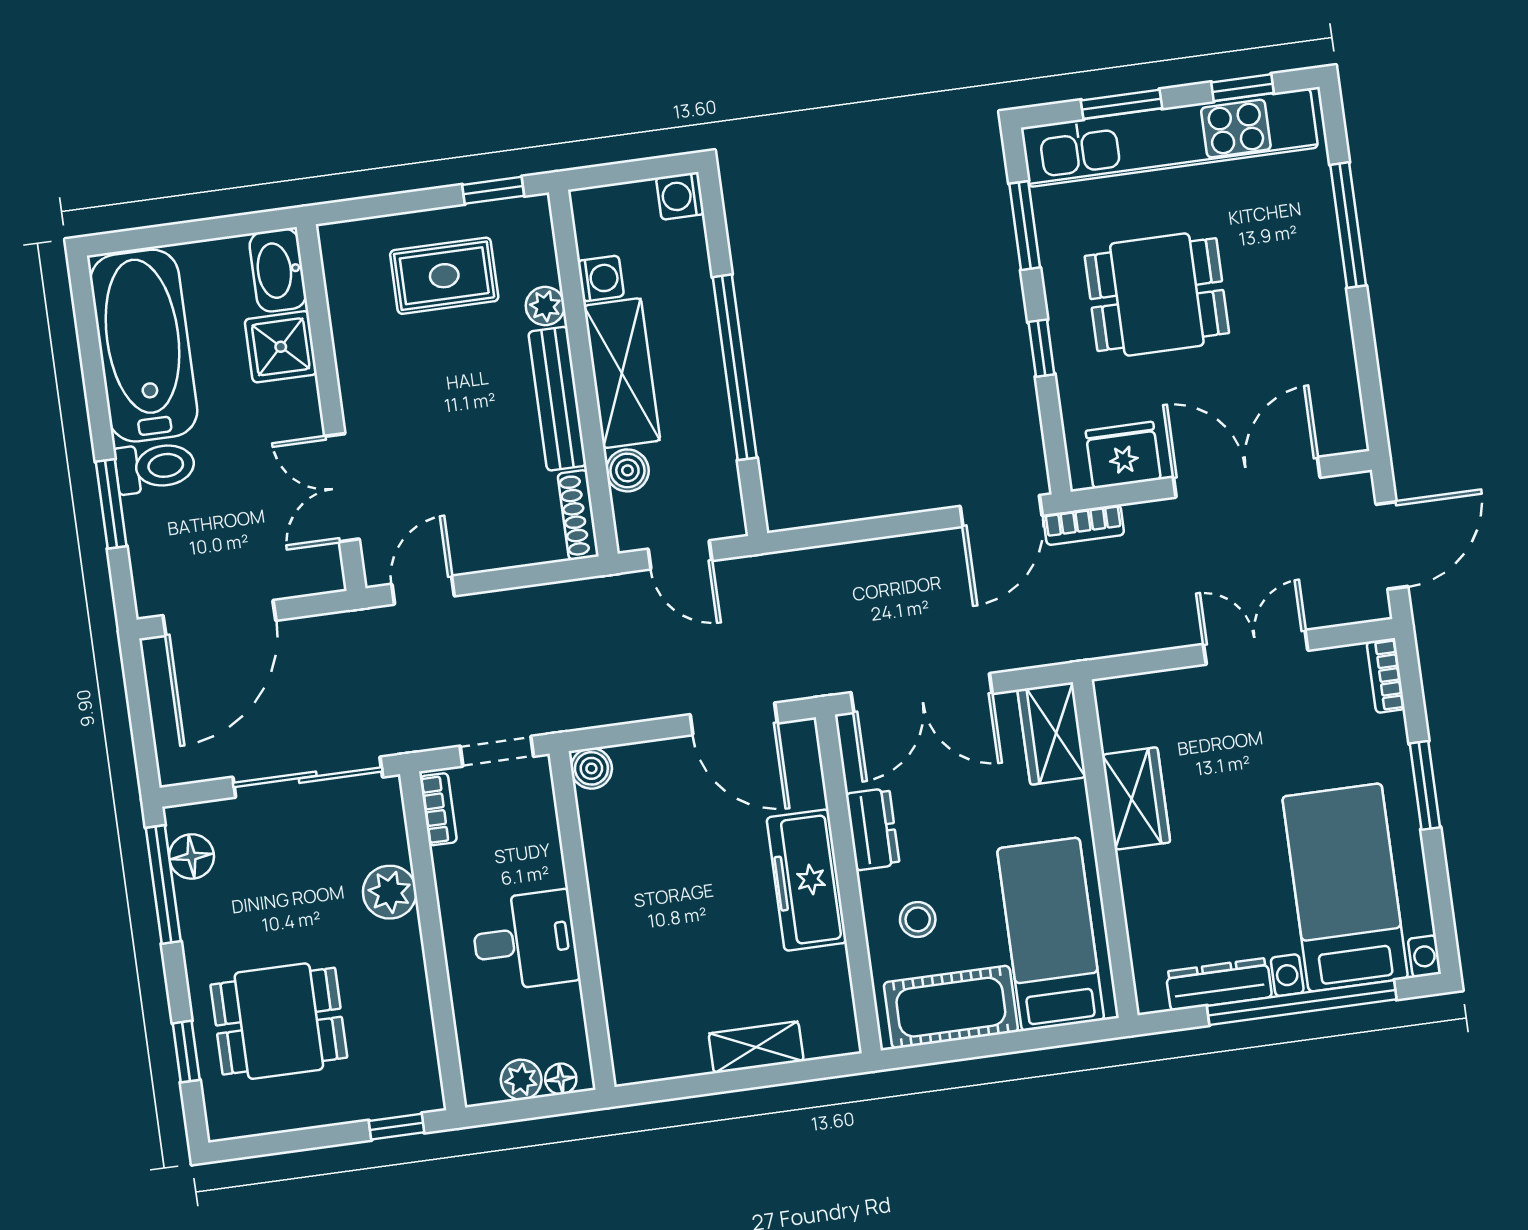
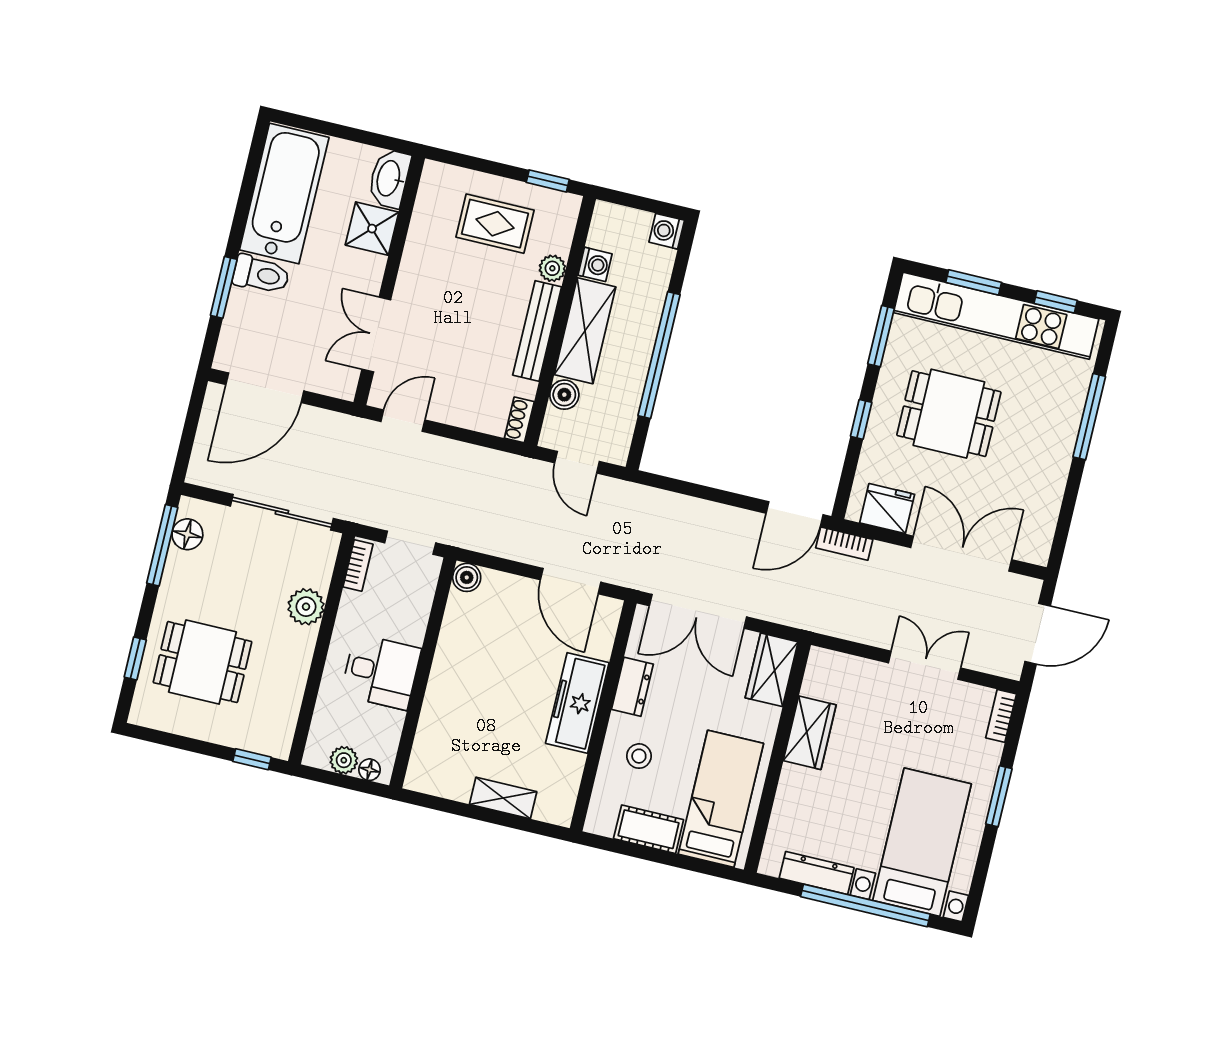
shoe rack: (578, 515) -> (519, 420), width x0.70
cot: (951, 1007) -> (649, 829), width x0.73, depth x0.75

